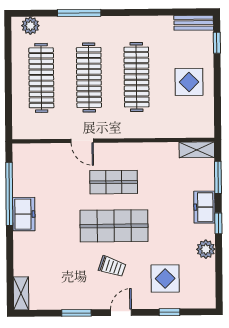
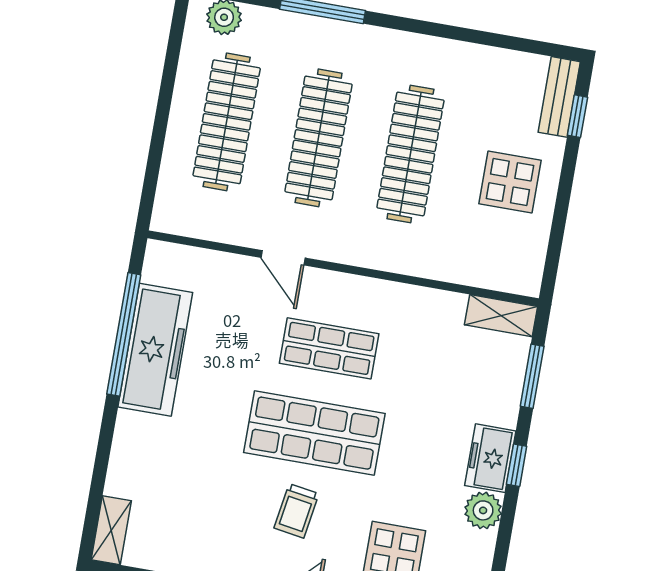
bench: (194, 23) -> (559, 97), moved, turned 90
freezer: (204, 207) -> (490, 458), moved
freezer: (24, 214) -> (155, 350), width x1.91, depth x1.26
trolley: (112, 267) -> (296, 511), turned 80

